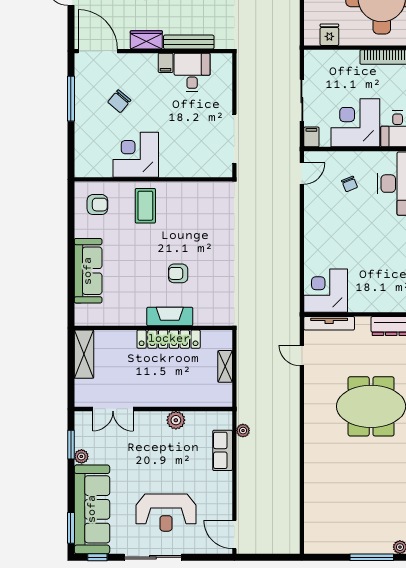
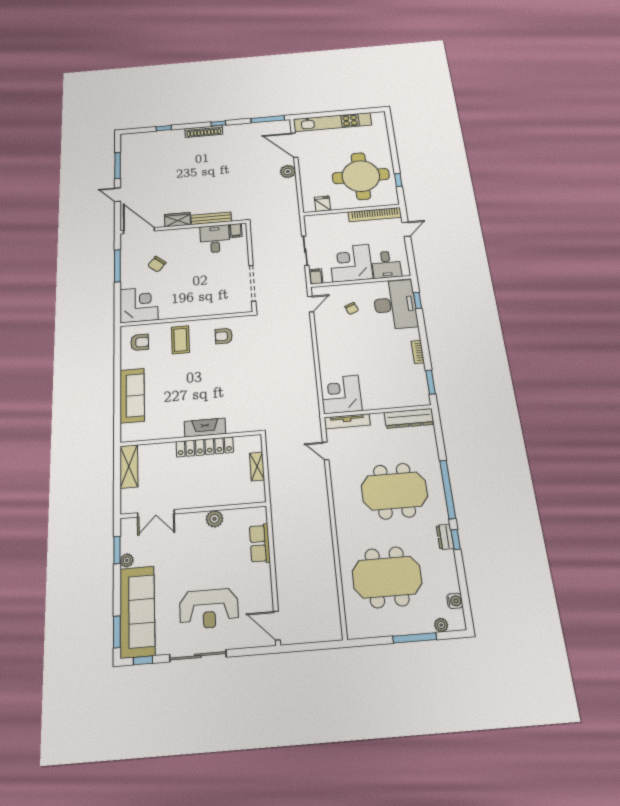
filing cabinet: (166, 63) -> (236, 230), moved
corner desk: (136, 155) -> (139, 305), moved, turned 90
armchair: (178, 273) -> (224, 336), moved
plant: (243, 431) -> (278, 523), removed
meeting table: (352, 496) -> (387, 577), added

